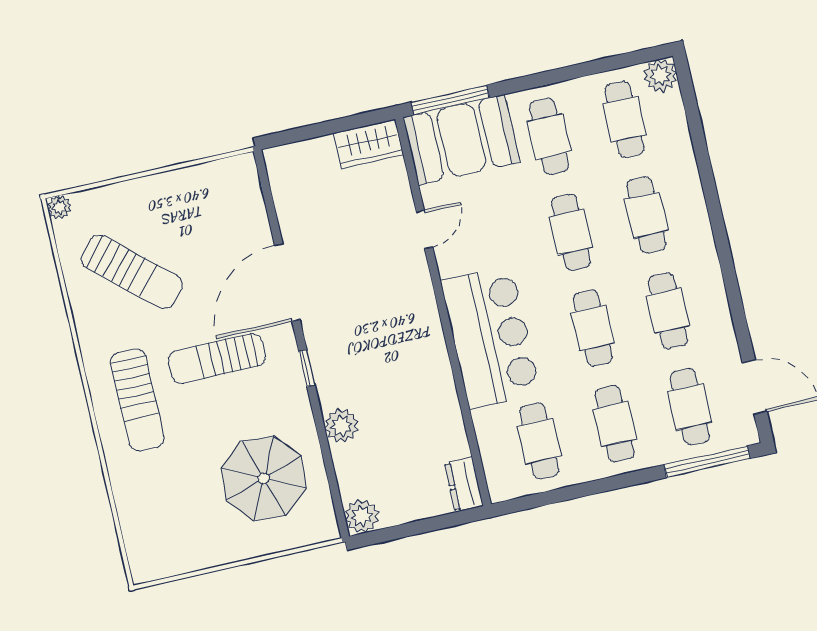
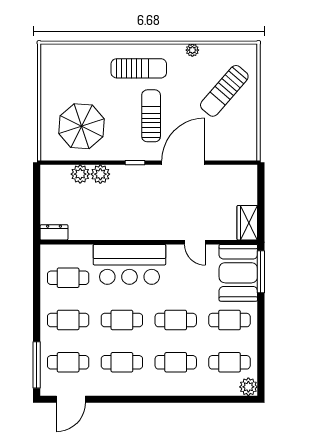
plant: (59, 207) -> (192, 50), moved
sun lounger: (132, 272) -> (224, 91), moved
door: (287, 282) -> (183, 163), hinge flipped
sun lounger: (137, 400) -> (139, 68), turned 180
plant: (362, 516) -> (80, 174), moved

